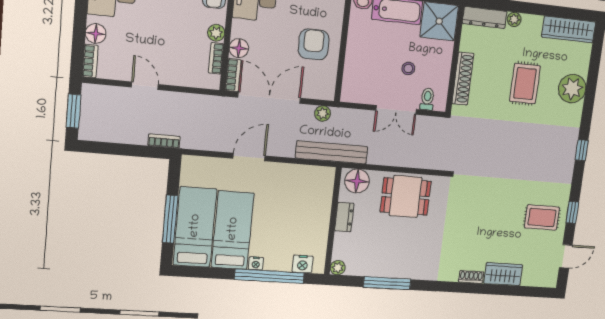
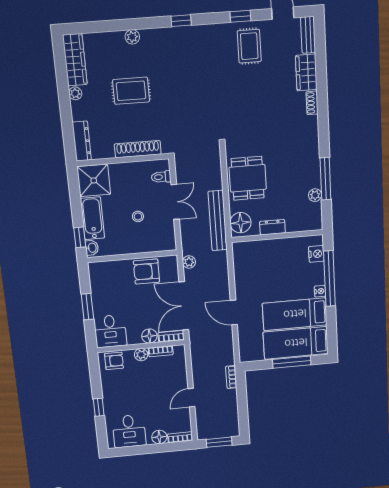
plant: (514, 19) -> (75, 93), moved
armchair: (314, 44) -> (146, 272), moved
stool: (408, 68) -> (138, 216), moved
plant: (572, 89) -> (132, 37), width x0.53, depth x0.53
bench: (332, 152) -> (218, 221), moved
plant: (338, 268) -> (315, 195), moved
bench: (540, 280) -> (308, 35), added

